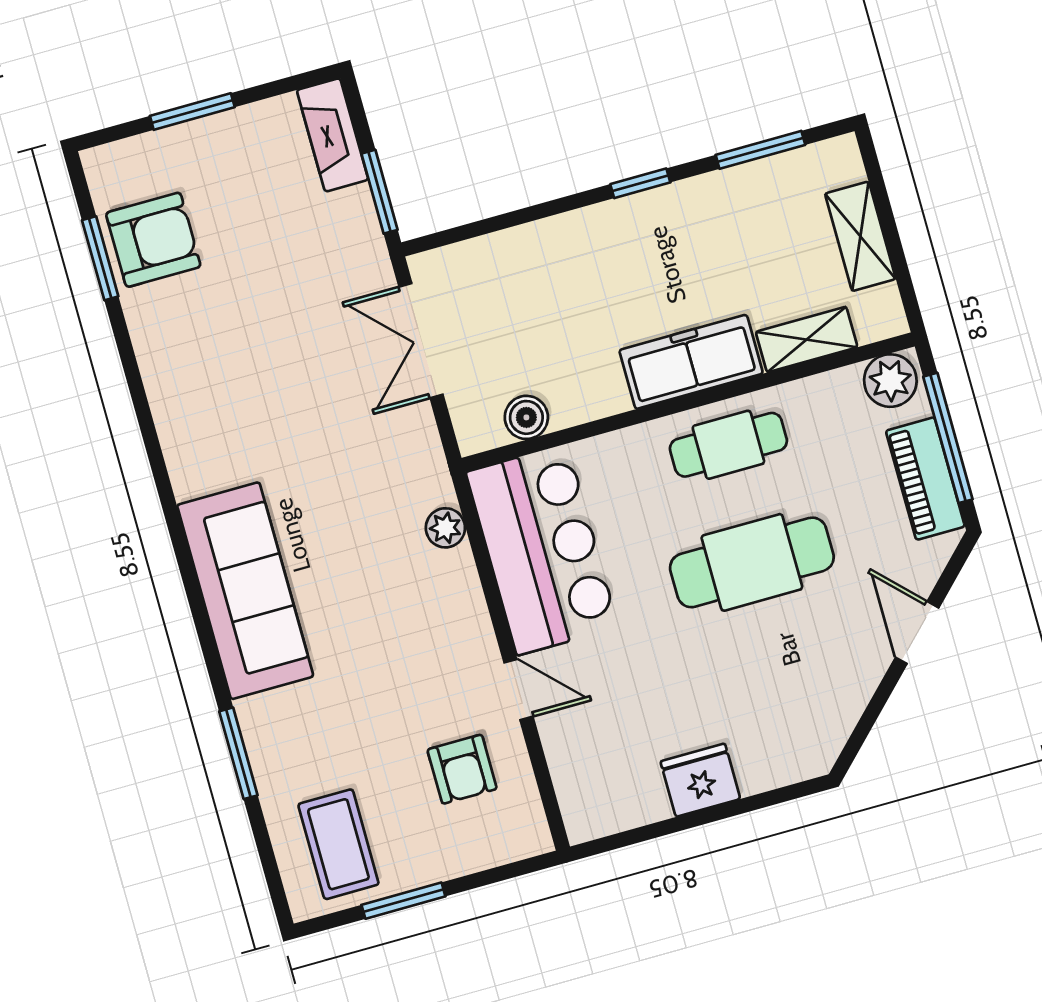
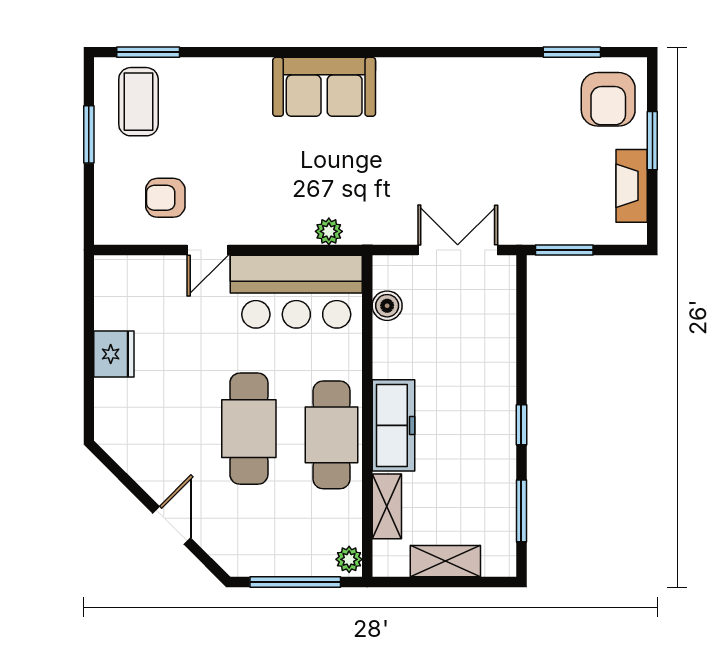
fireplace: (333, 135) -> (632, 186), moved, turned -90
armchair: (153, 240) -> (608, 99), moved
plant: (890, 381) -> (349, 559), width x0.73, depth x0.73
cafe table: (728, 445) -> (331, 435), width x1.37, depth x1.35
piano: (925, 479) -> (272, 559), removed
sofa: (245, 591) -> (324, 87), width x0.73
door: (917, 633) -> (172, 525), hinge flipped
window: (238, 753) -> (148, 52), moved
coffee table: (338, 844) -> (138, 102), turned 90

